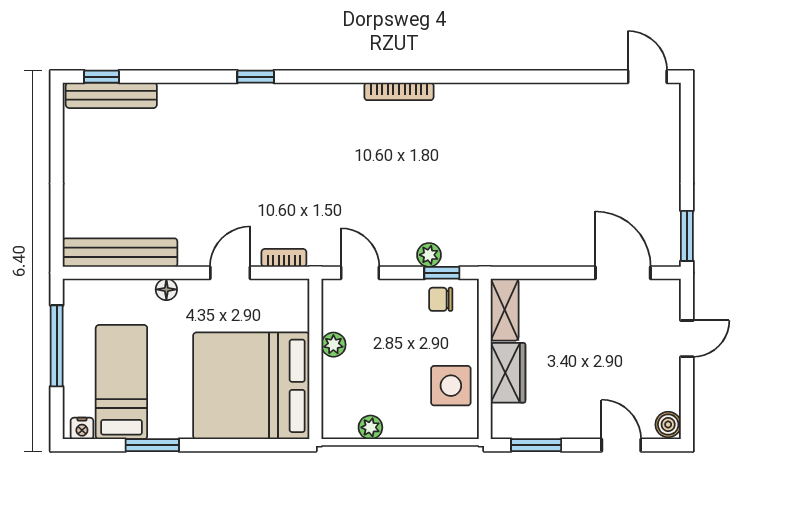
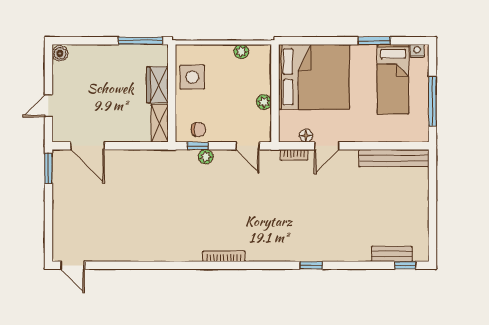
bench: (111, 95) -> (392, 254), width x0.73
floor lamp: (166, 289) -> (306, 136), moved
window: (536, 445) -> (140, 41), width x1.44
door: (621, 445) -> (88, 41), removed

